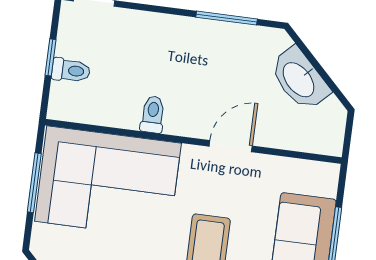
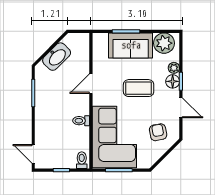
toilet: (71, 70) -> (82, 160), moved
door: (231, 146) -> (91, 84), hinge flipped

